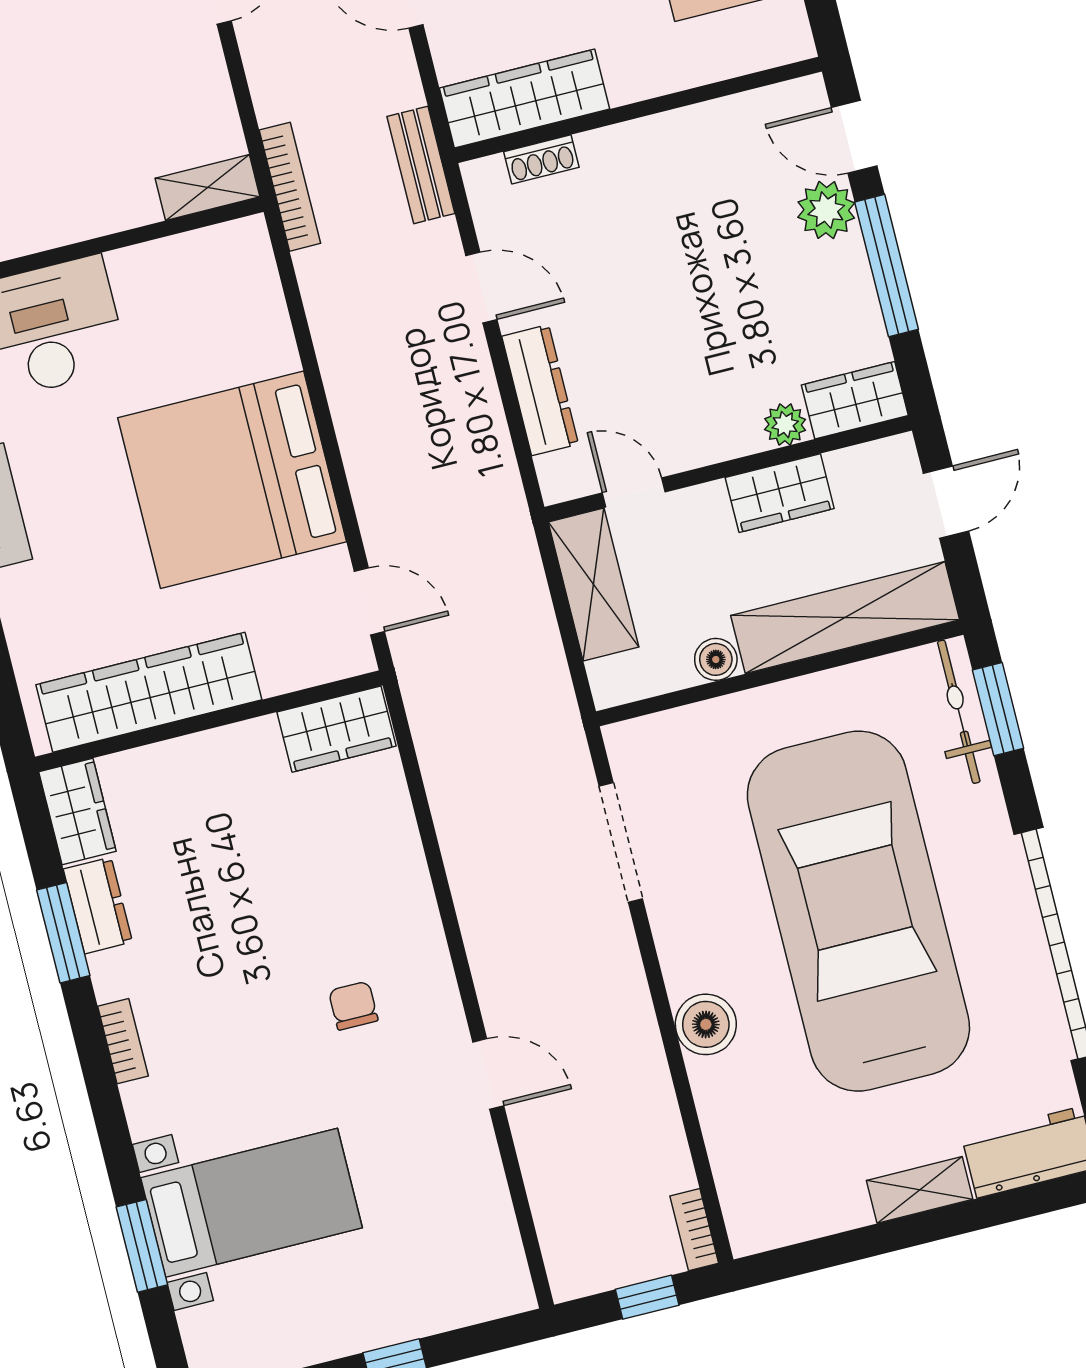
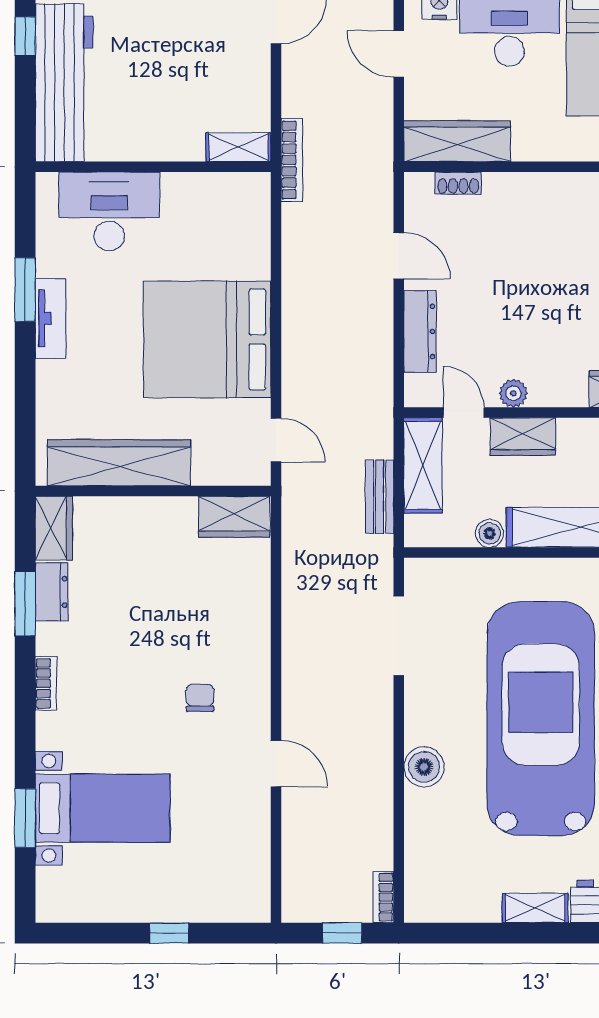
bench: (421, 165) -> (380, 497), moved
plant: (785, 425) -> (513, 393), moved
wardrobe: (780, 493) -> (523, 437), moved

